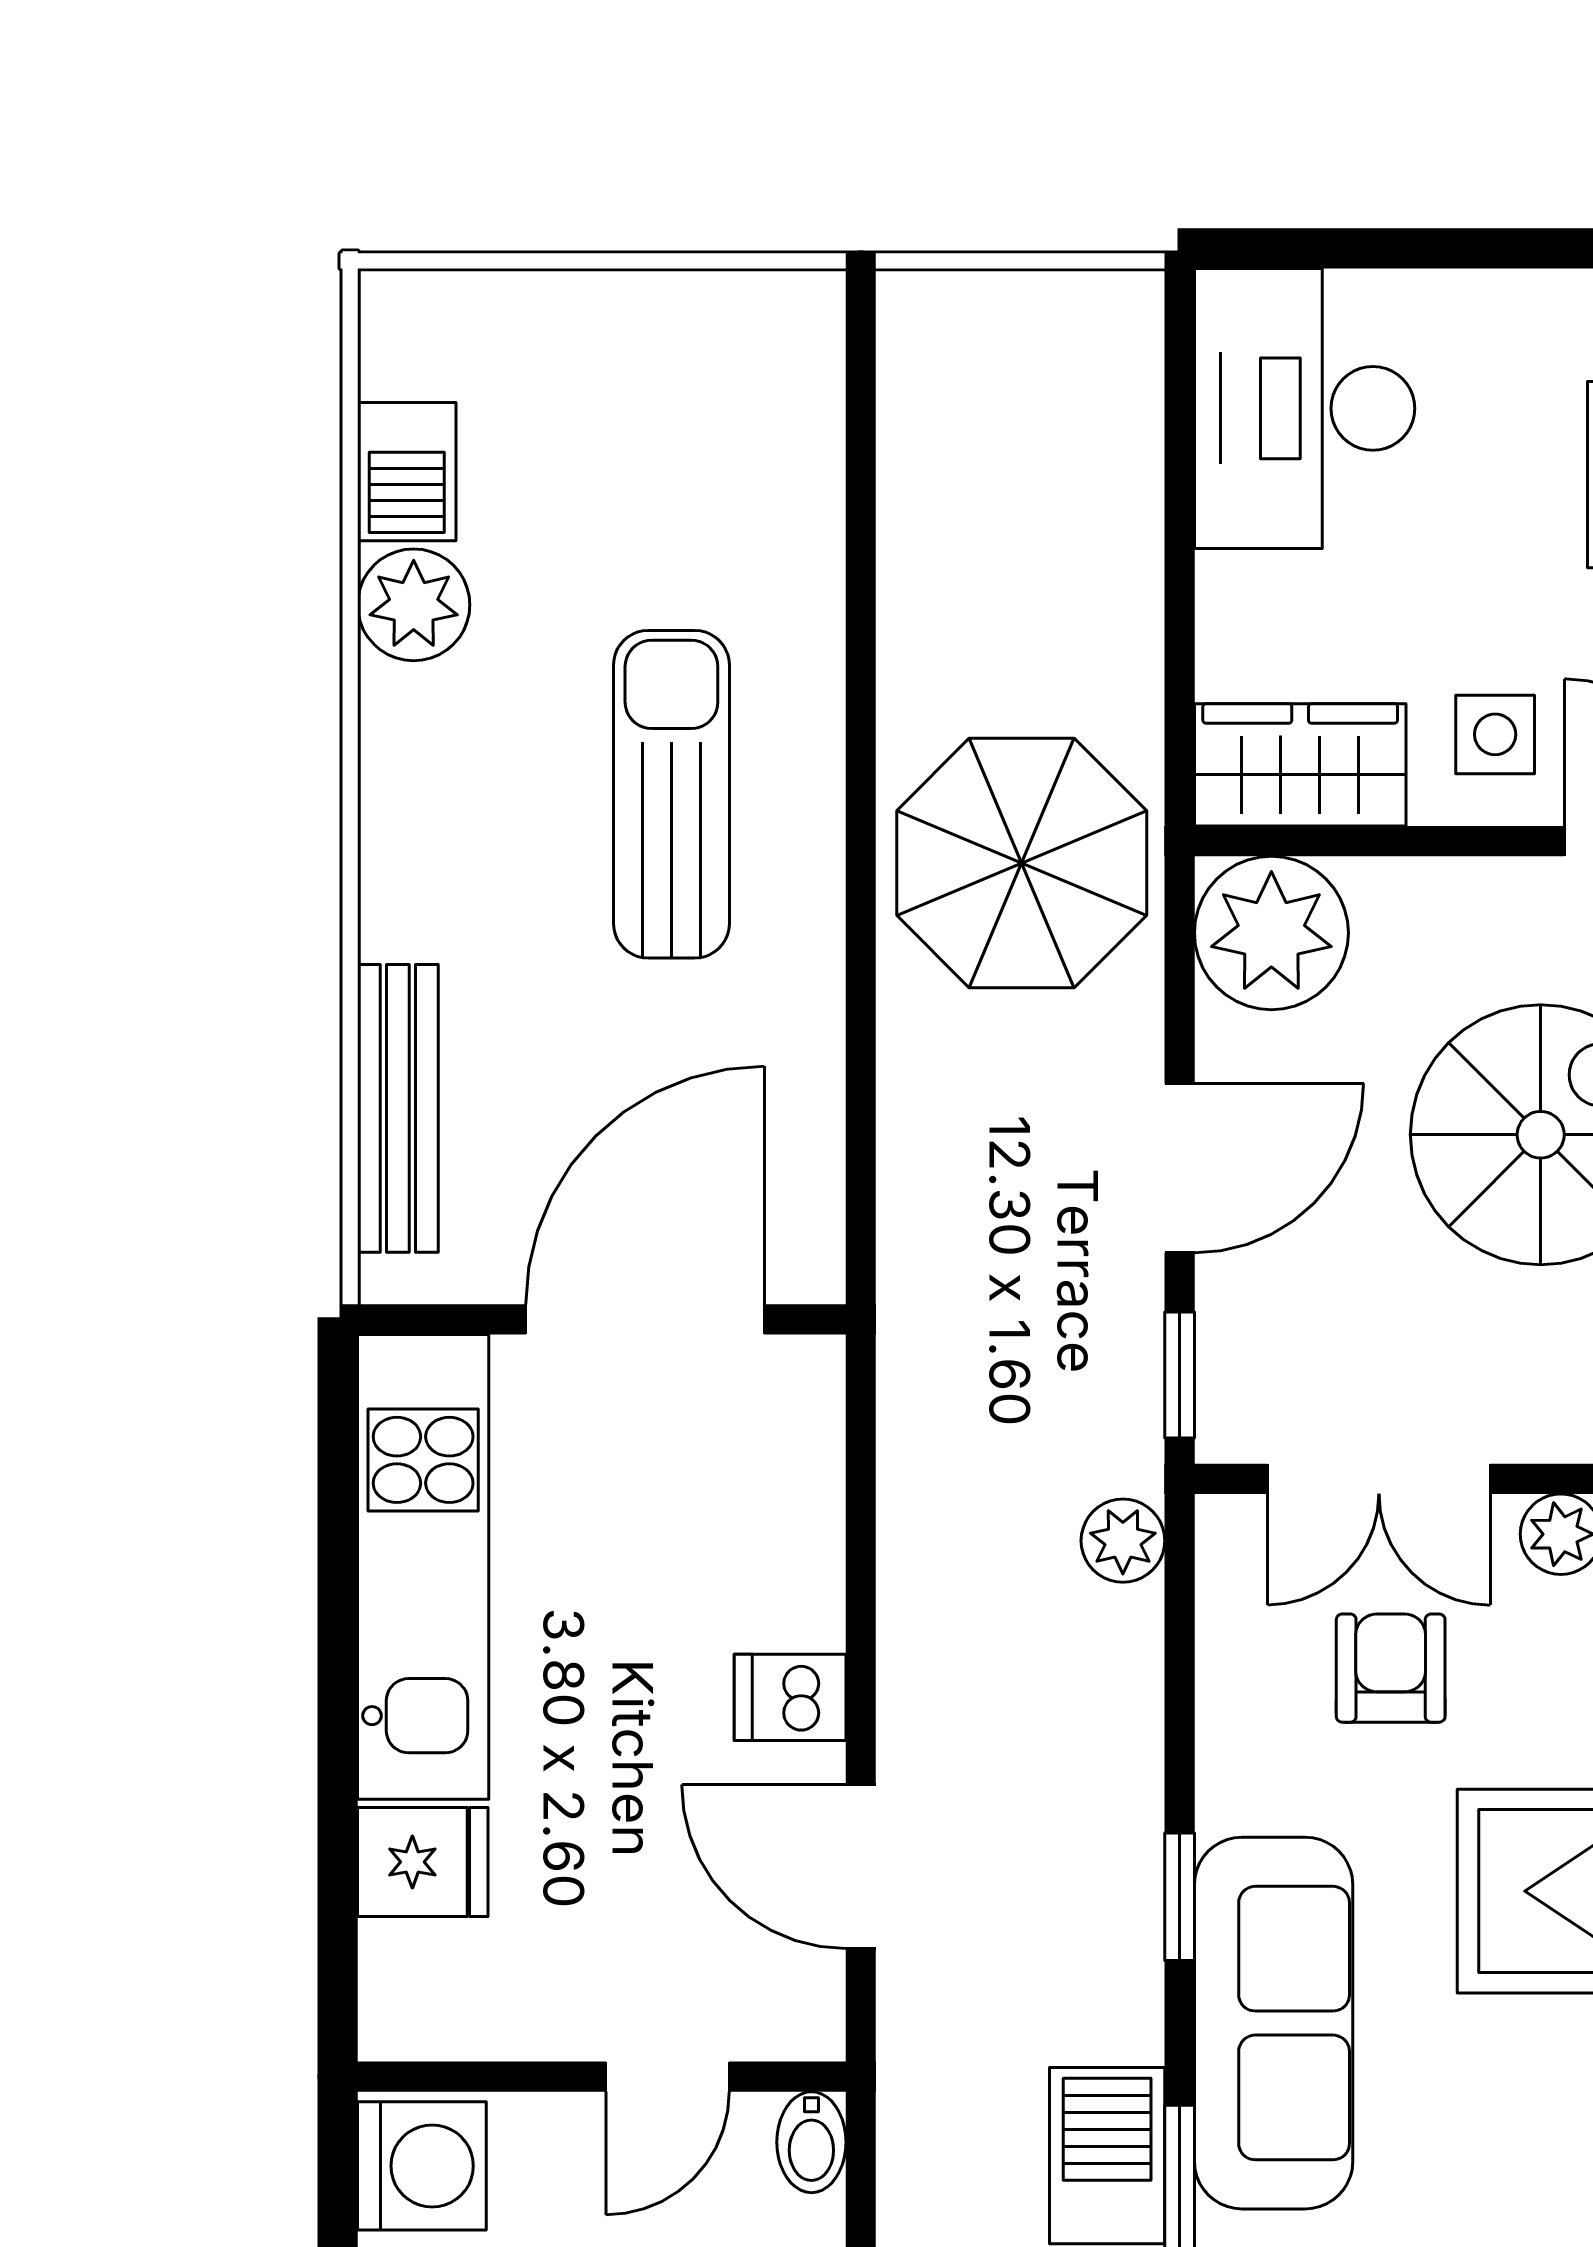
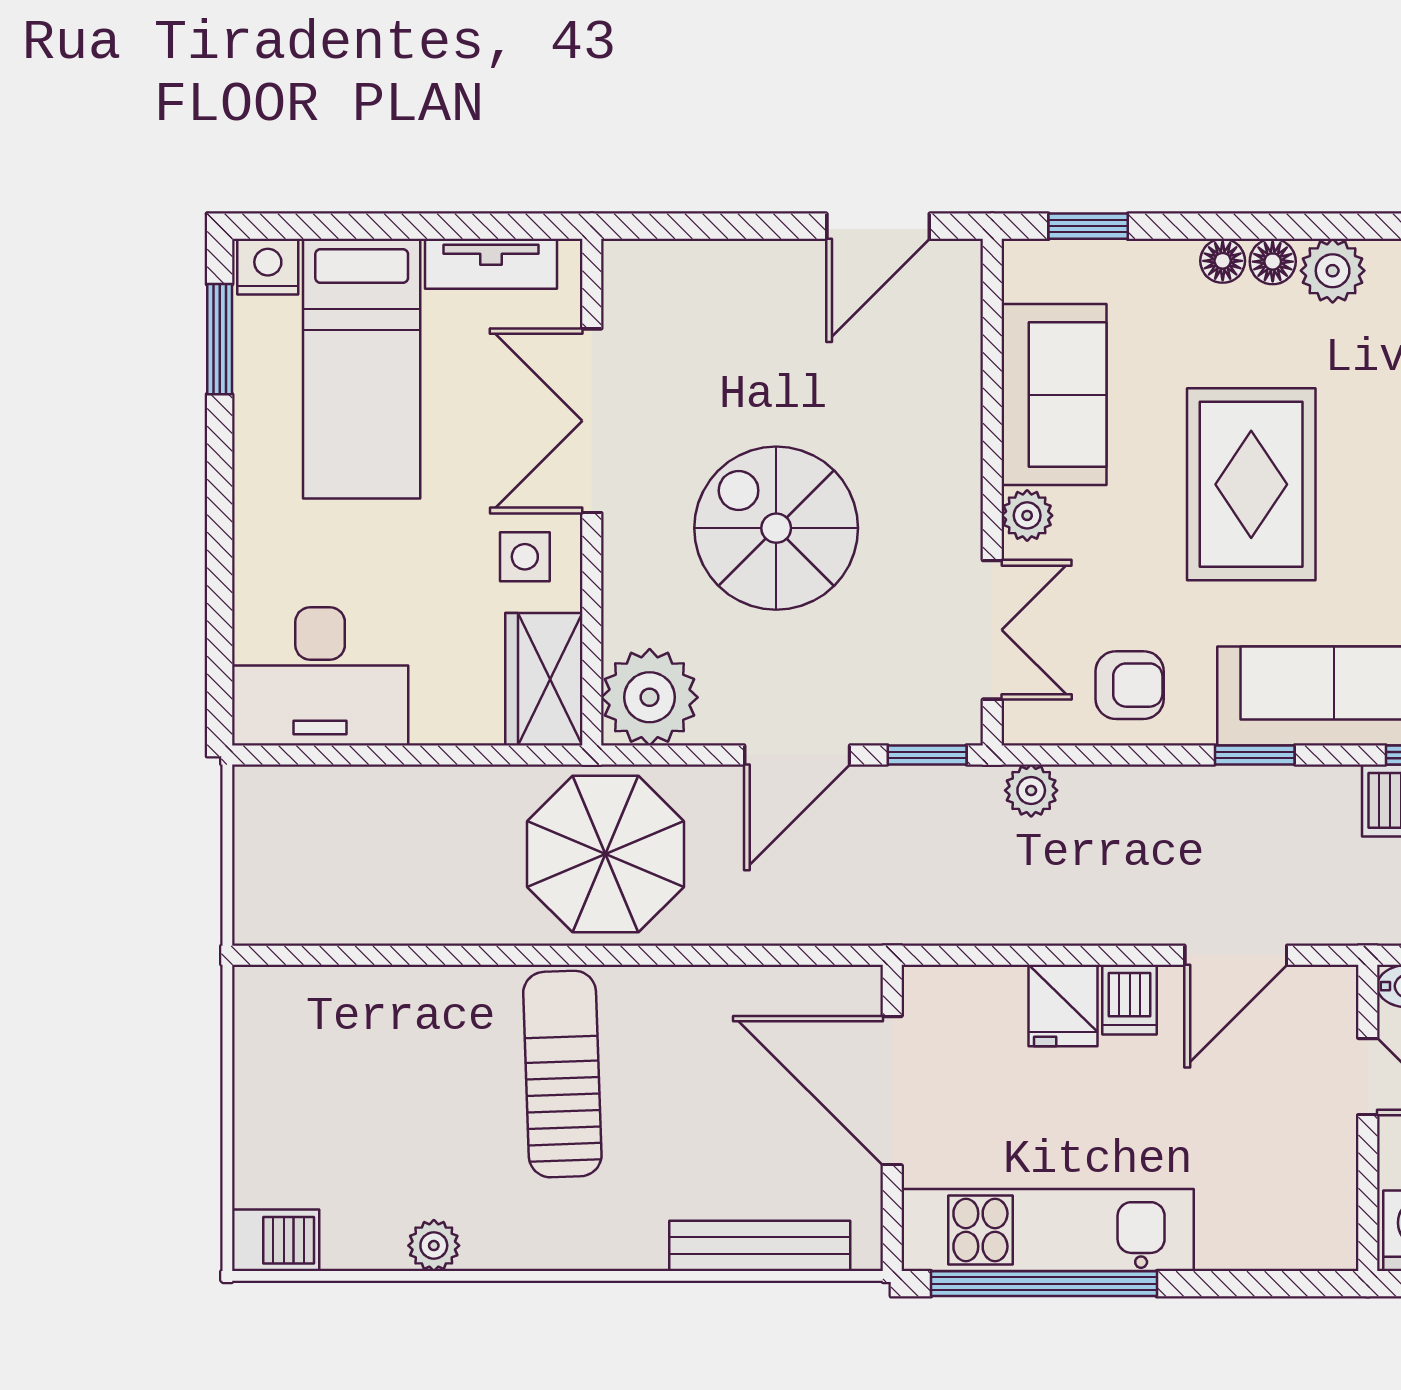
barbecue: (407, 472) -> (276, 1240), moved
plant: (414, 605) -> (434, 1246), width x0.73, depth x0.73
sun lounger: (671, 794) -> (562, 1074), turned 88
door: (1180, 1168) -> (797, 755), swing flipped
window: (338, 1561) -> (1044, 1284), added
armchair: (1391, 1668) -> (1130, 685), moved, turned 180
fridge: (423, 1862) -> (1063, 1005), moved, turned 180

